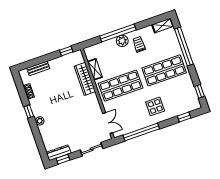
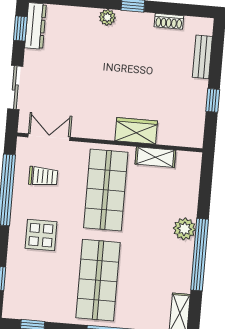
window: (118, 33) -> (200, 255), moved
trolley: (139, 44) -> (43, 176), moved
window: (66, 51) -> (213, 100), moved
wardrobe: (85, 79) -> (136, 131), width x0.67
double door: (108, 123) -> (49, 137), swing flipped

